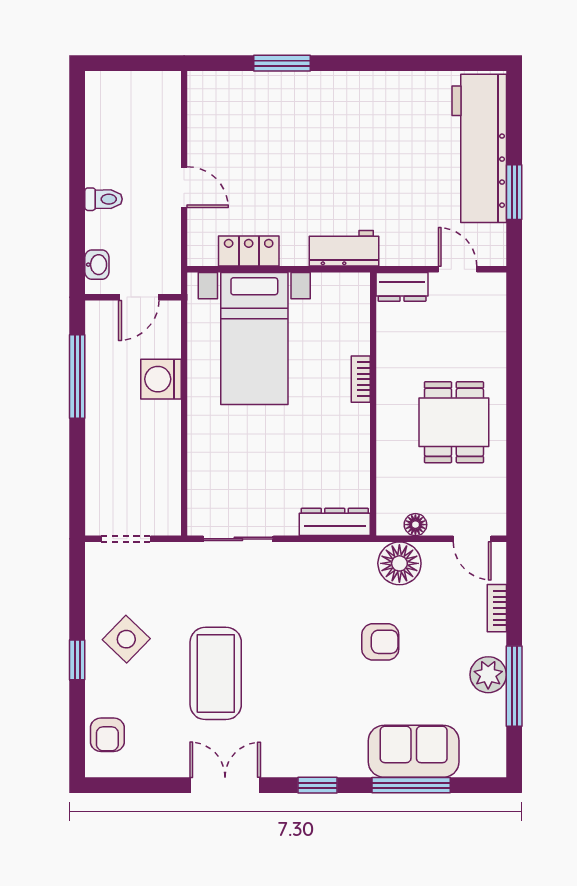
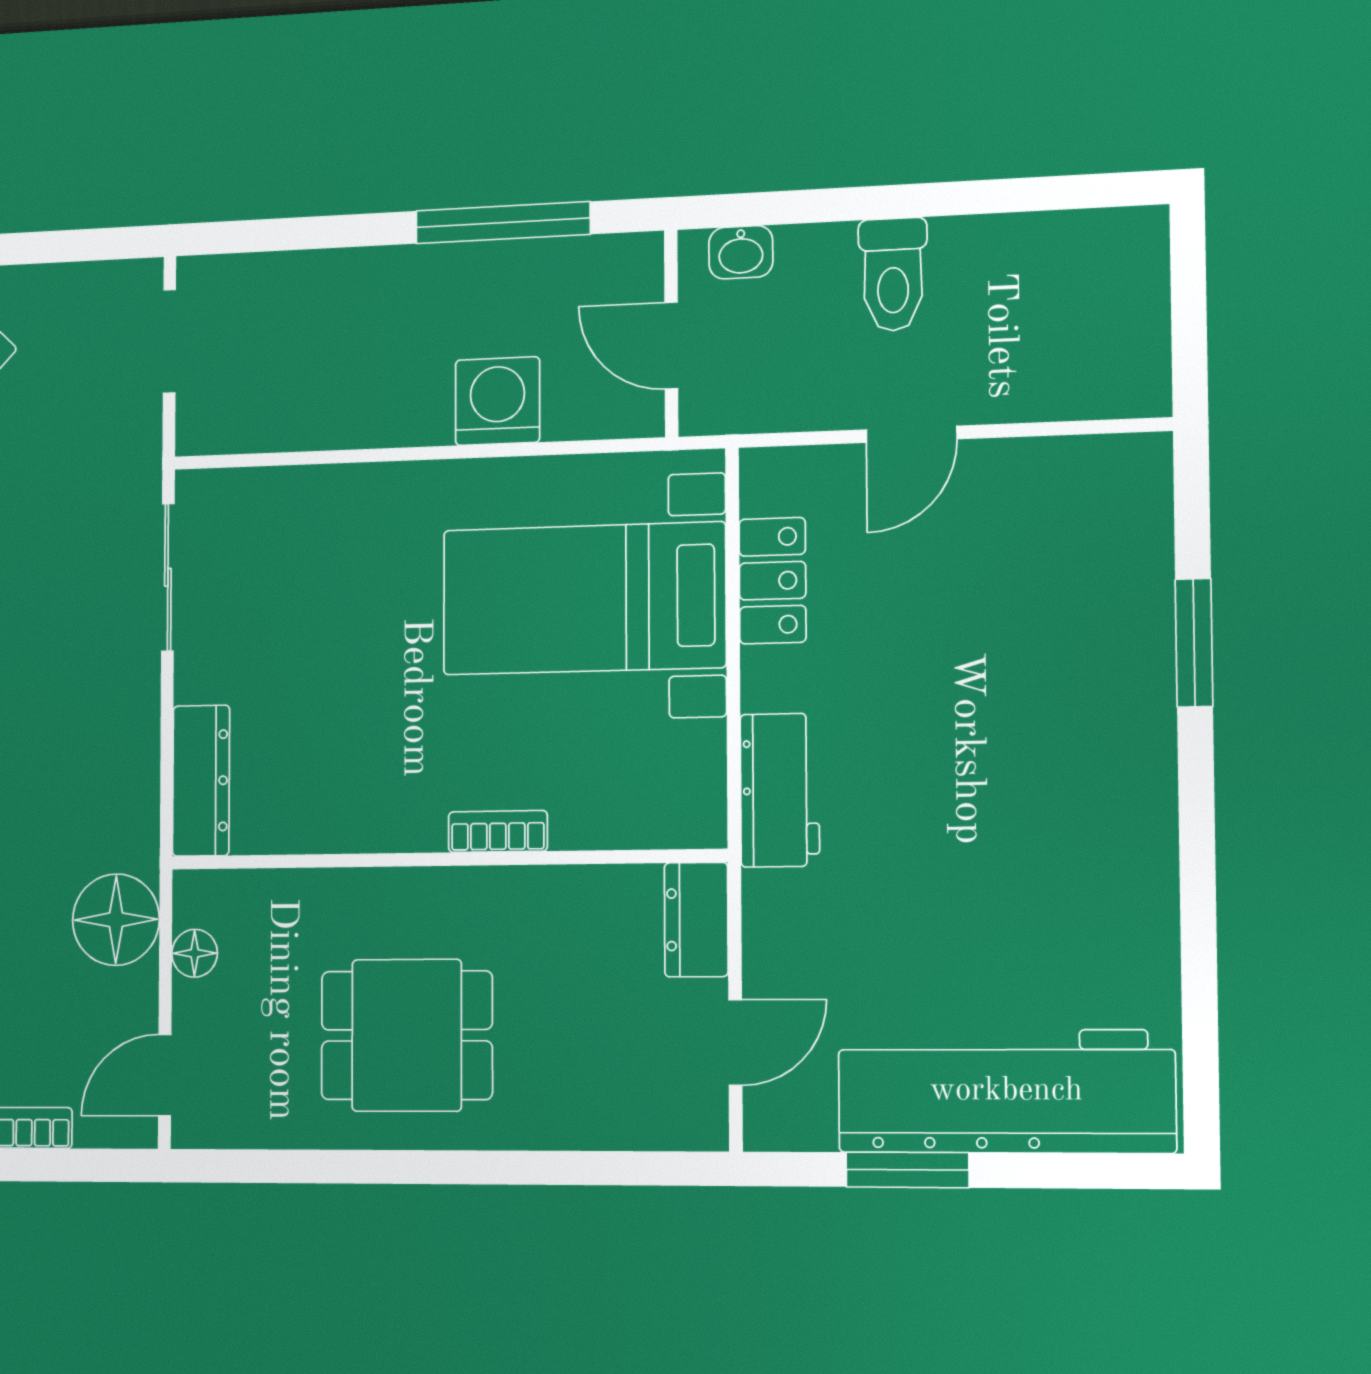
toilet: (104, 199) -> (893, 274), width x1.37, depth x1.39

